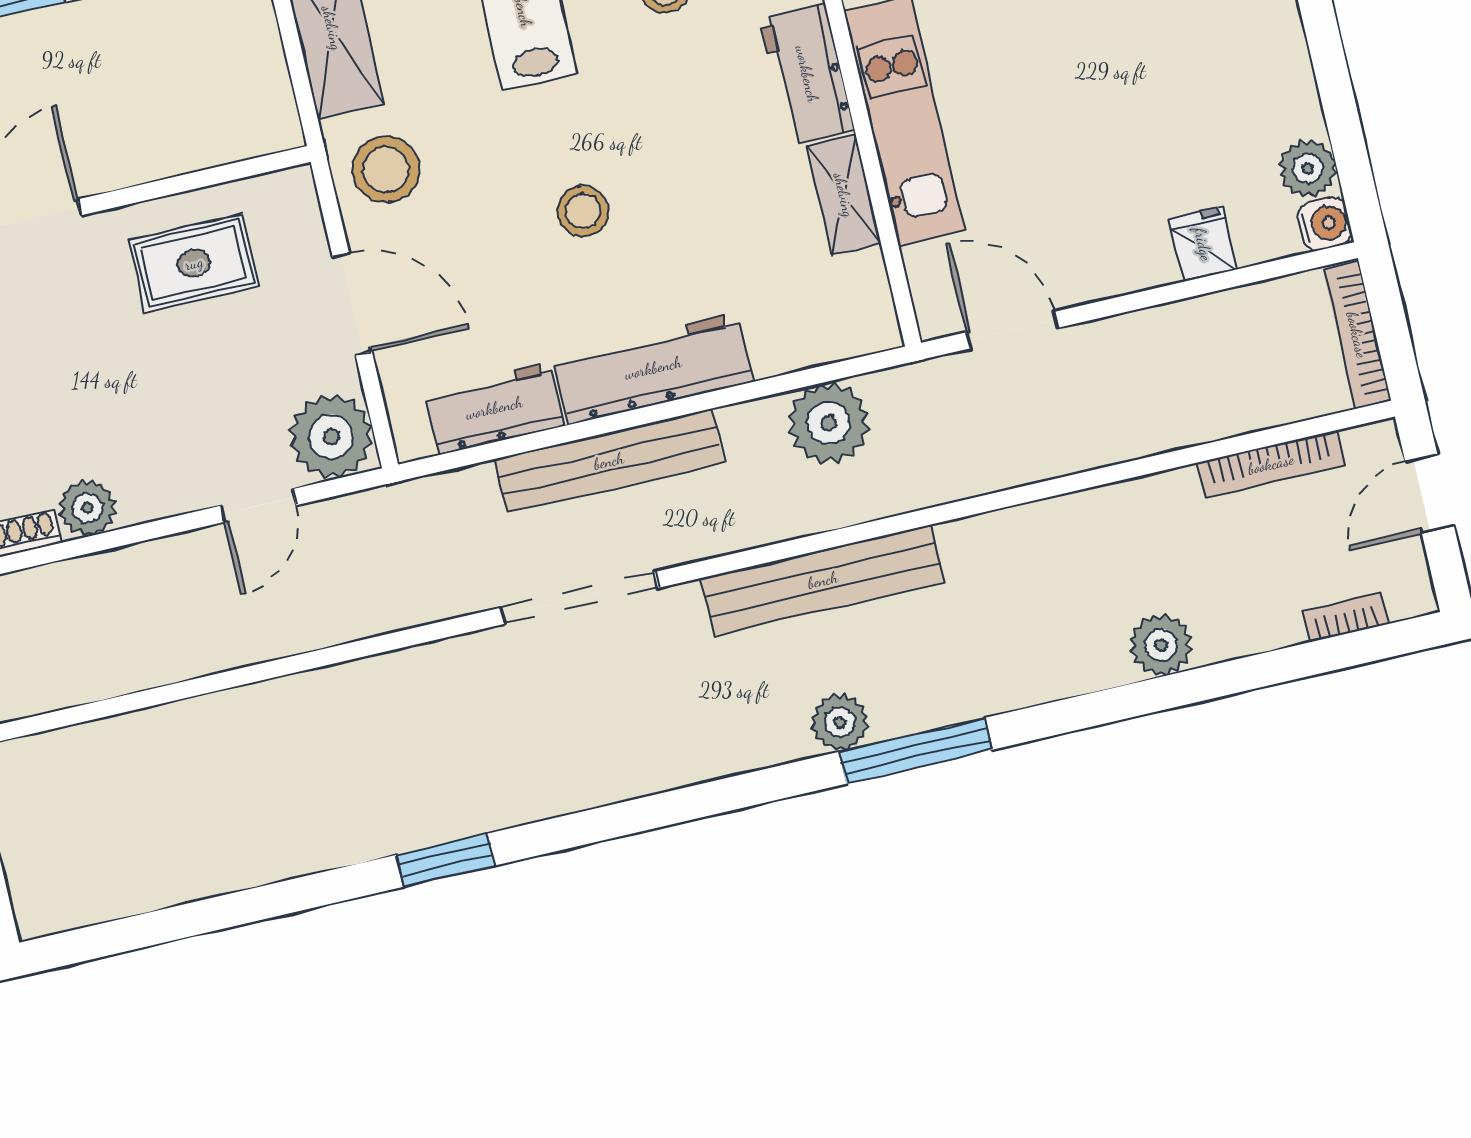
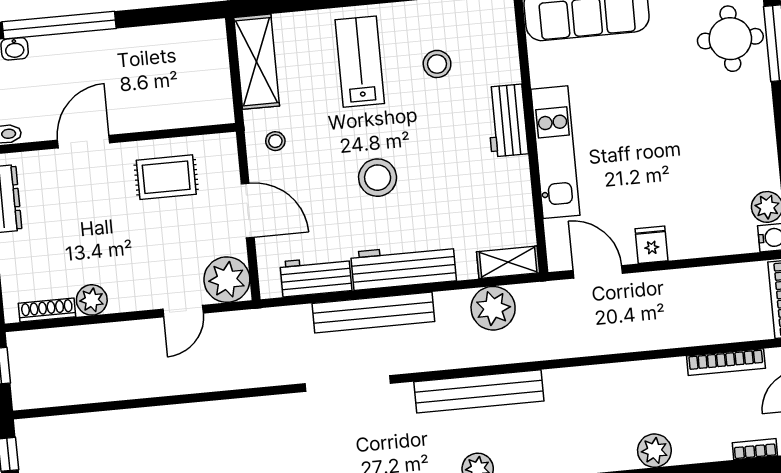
stool: (386, 169) -> (275, 141), width x0.53, depth x0.53
shelving: (844, 195) -> (508, 262), moved, turned 90
stool: (583, 211) -> (378, 178), width x1.38, depth x1.38
fridge: (1203, 244) -> (651, 245), moved

